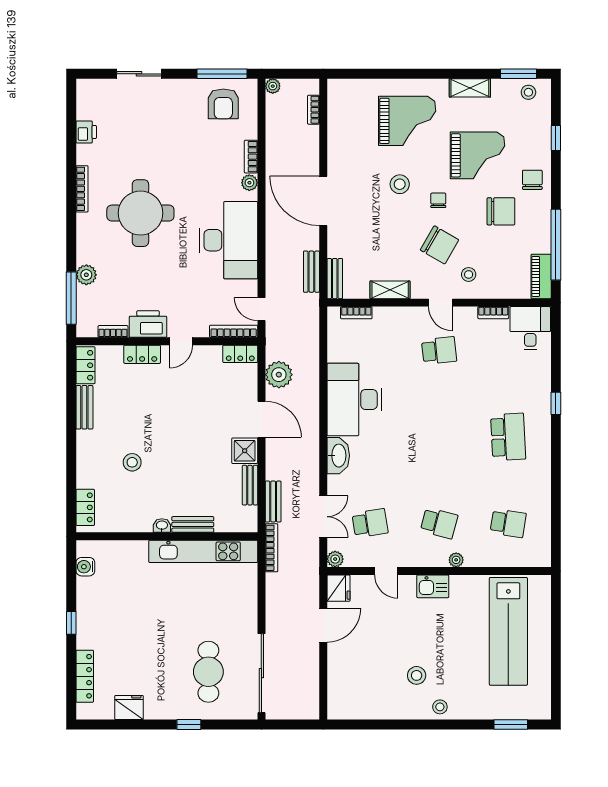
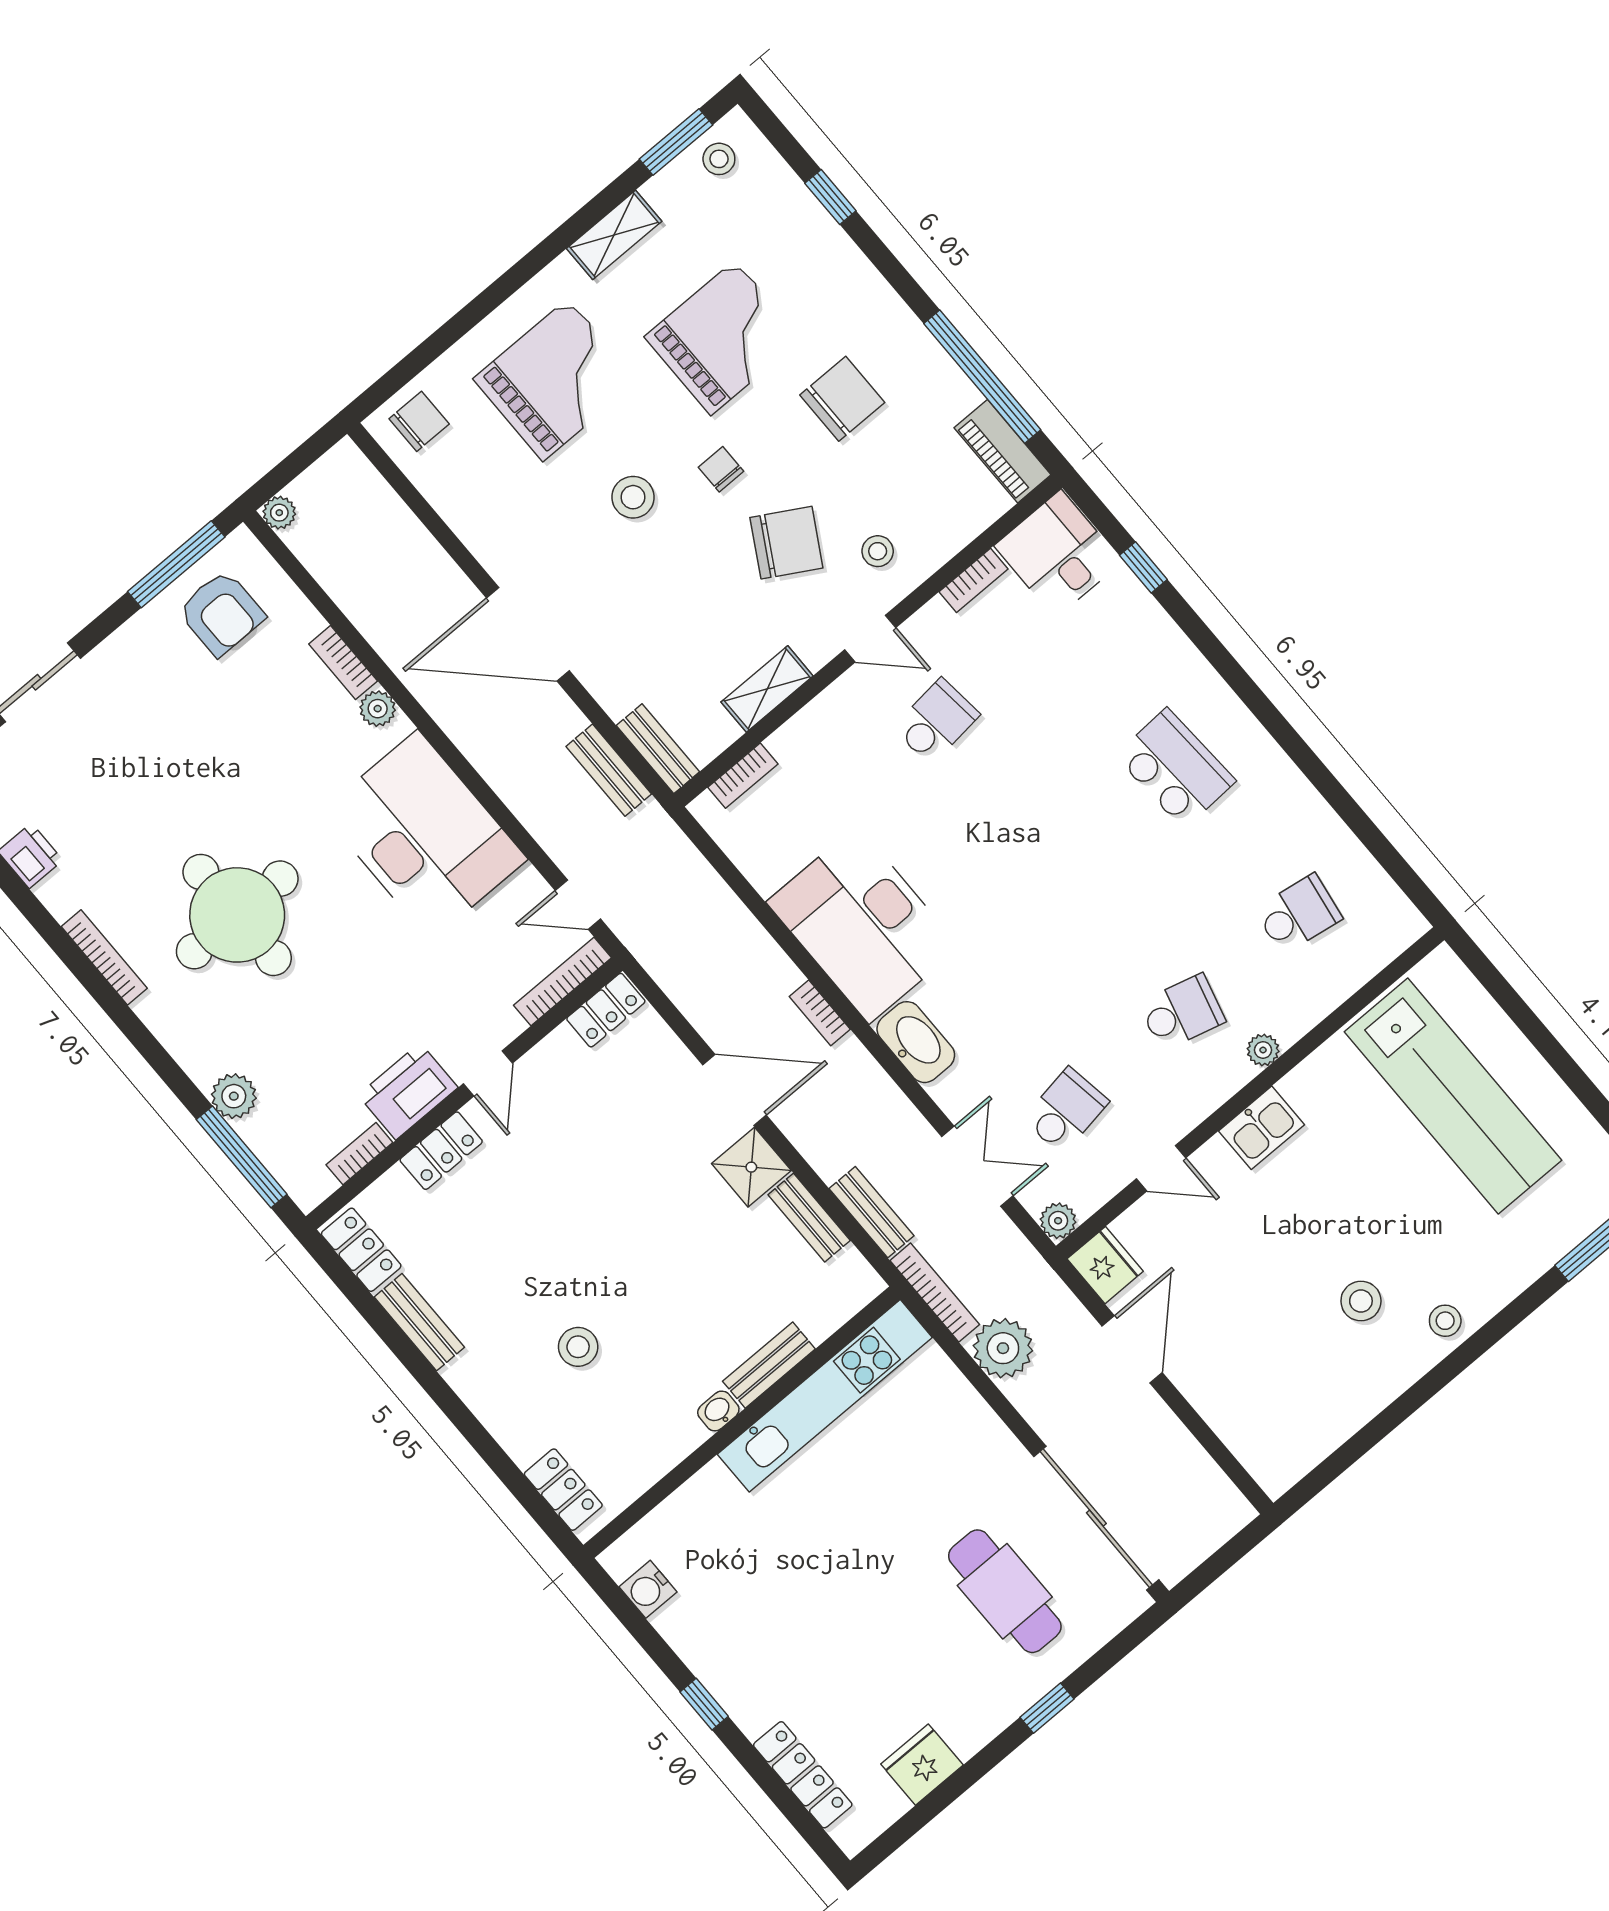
bookcase: (313, 110) -> (820, 1013), moved
chair: (532, 180) -> (419, 421), moved, turned 90
plant: (279, 375) -> (1003, 1348), moved
window: (556, 403) -> (1143, 567), moved

